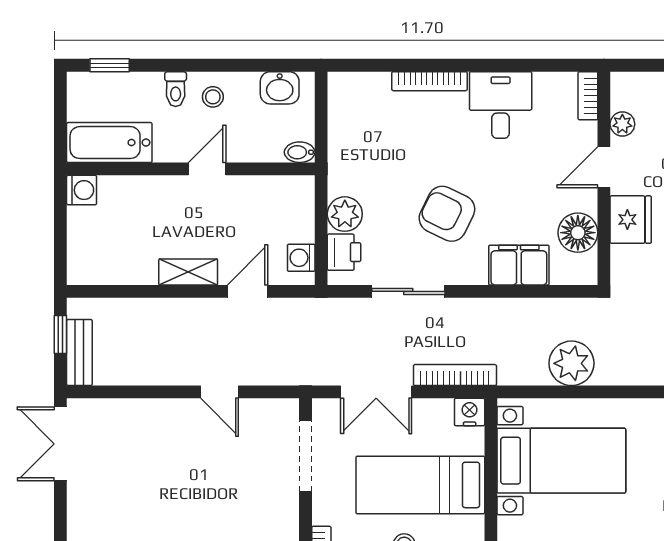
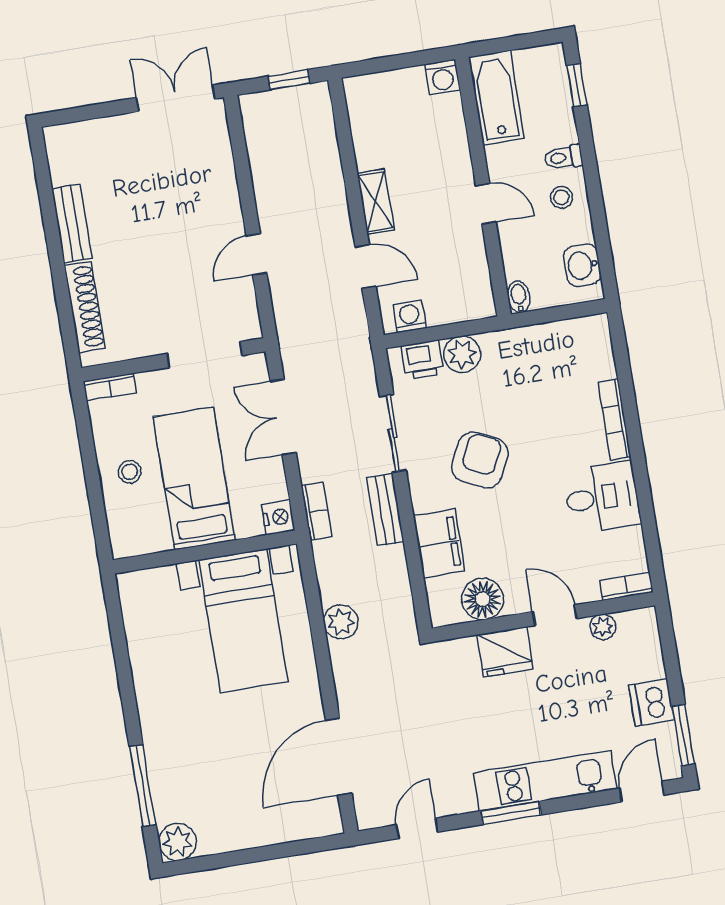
bench: (79, 353) -> (385, 510), moved, turned 90
plant: (571, 363) -> (341, 622), width x0.73, depth x0.73
bookcase: (455, 375) -> (317, 511), width x0.64

